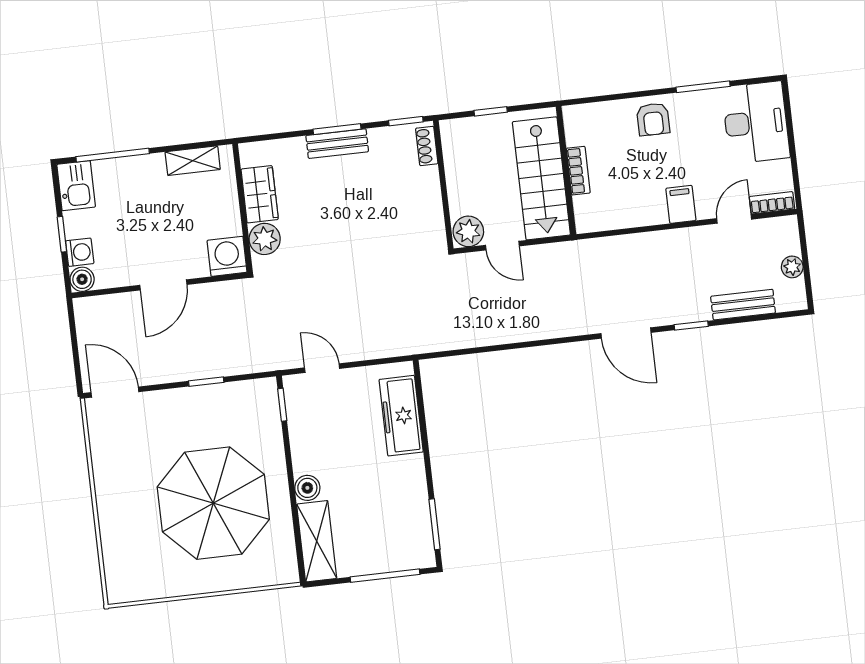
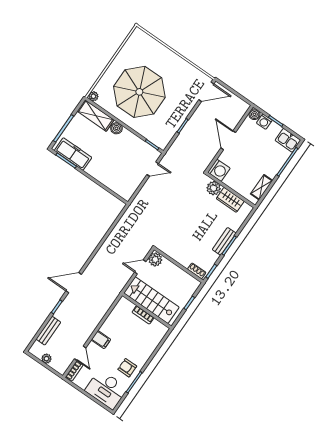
armchair: (653, 119) -> (127, 368), moved
freezer: (401, 416) -> (73, 154), moved
plant: (288, 573) -> (93, 96), added

